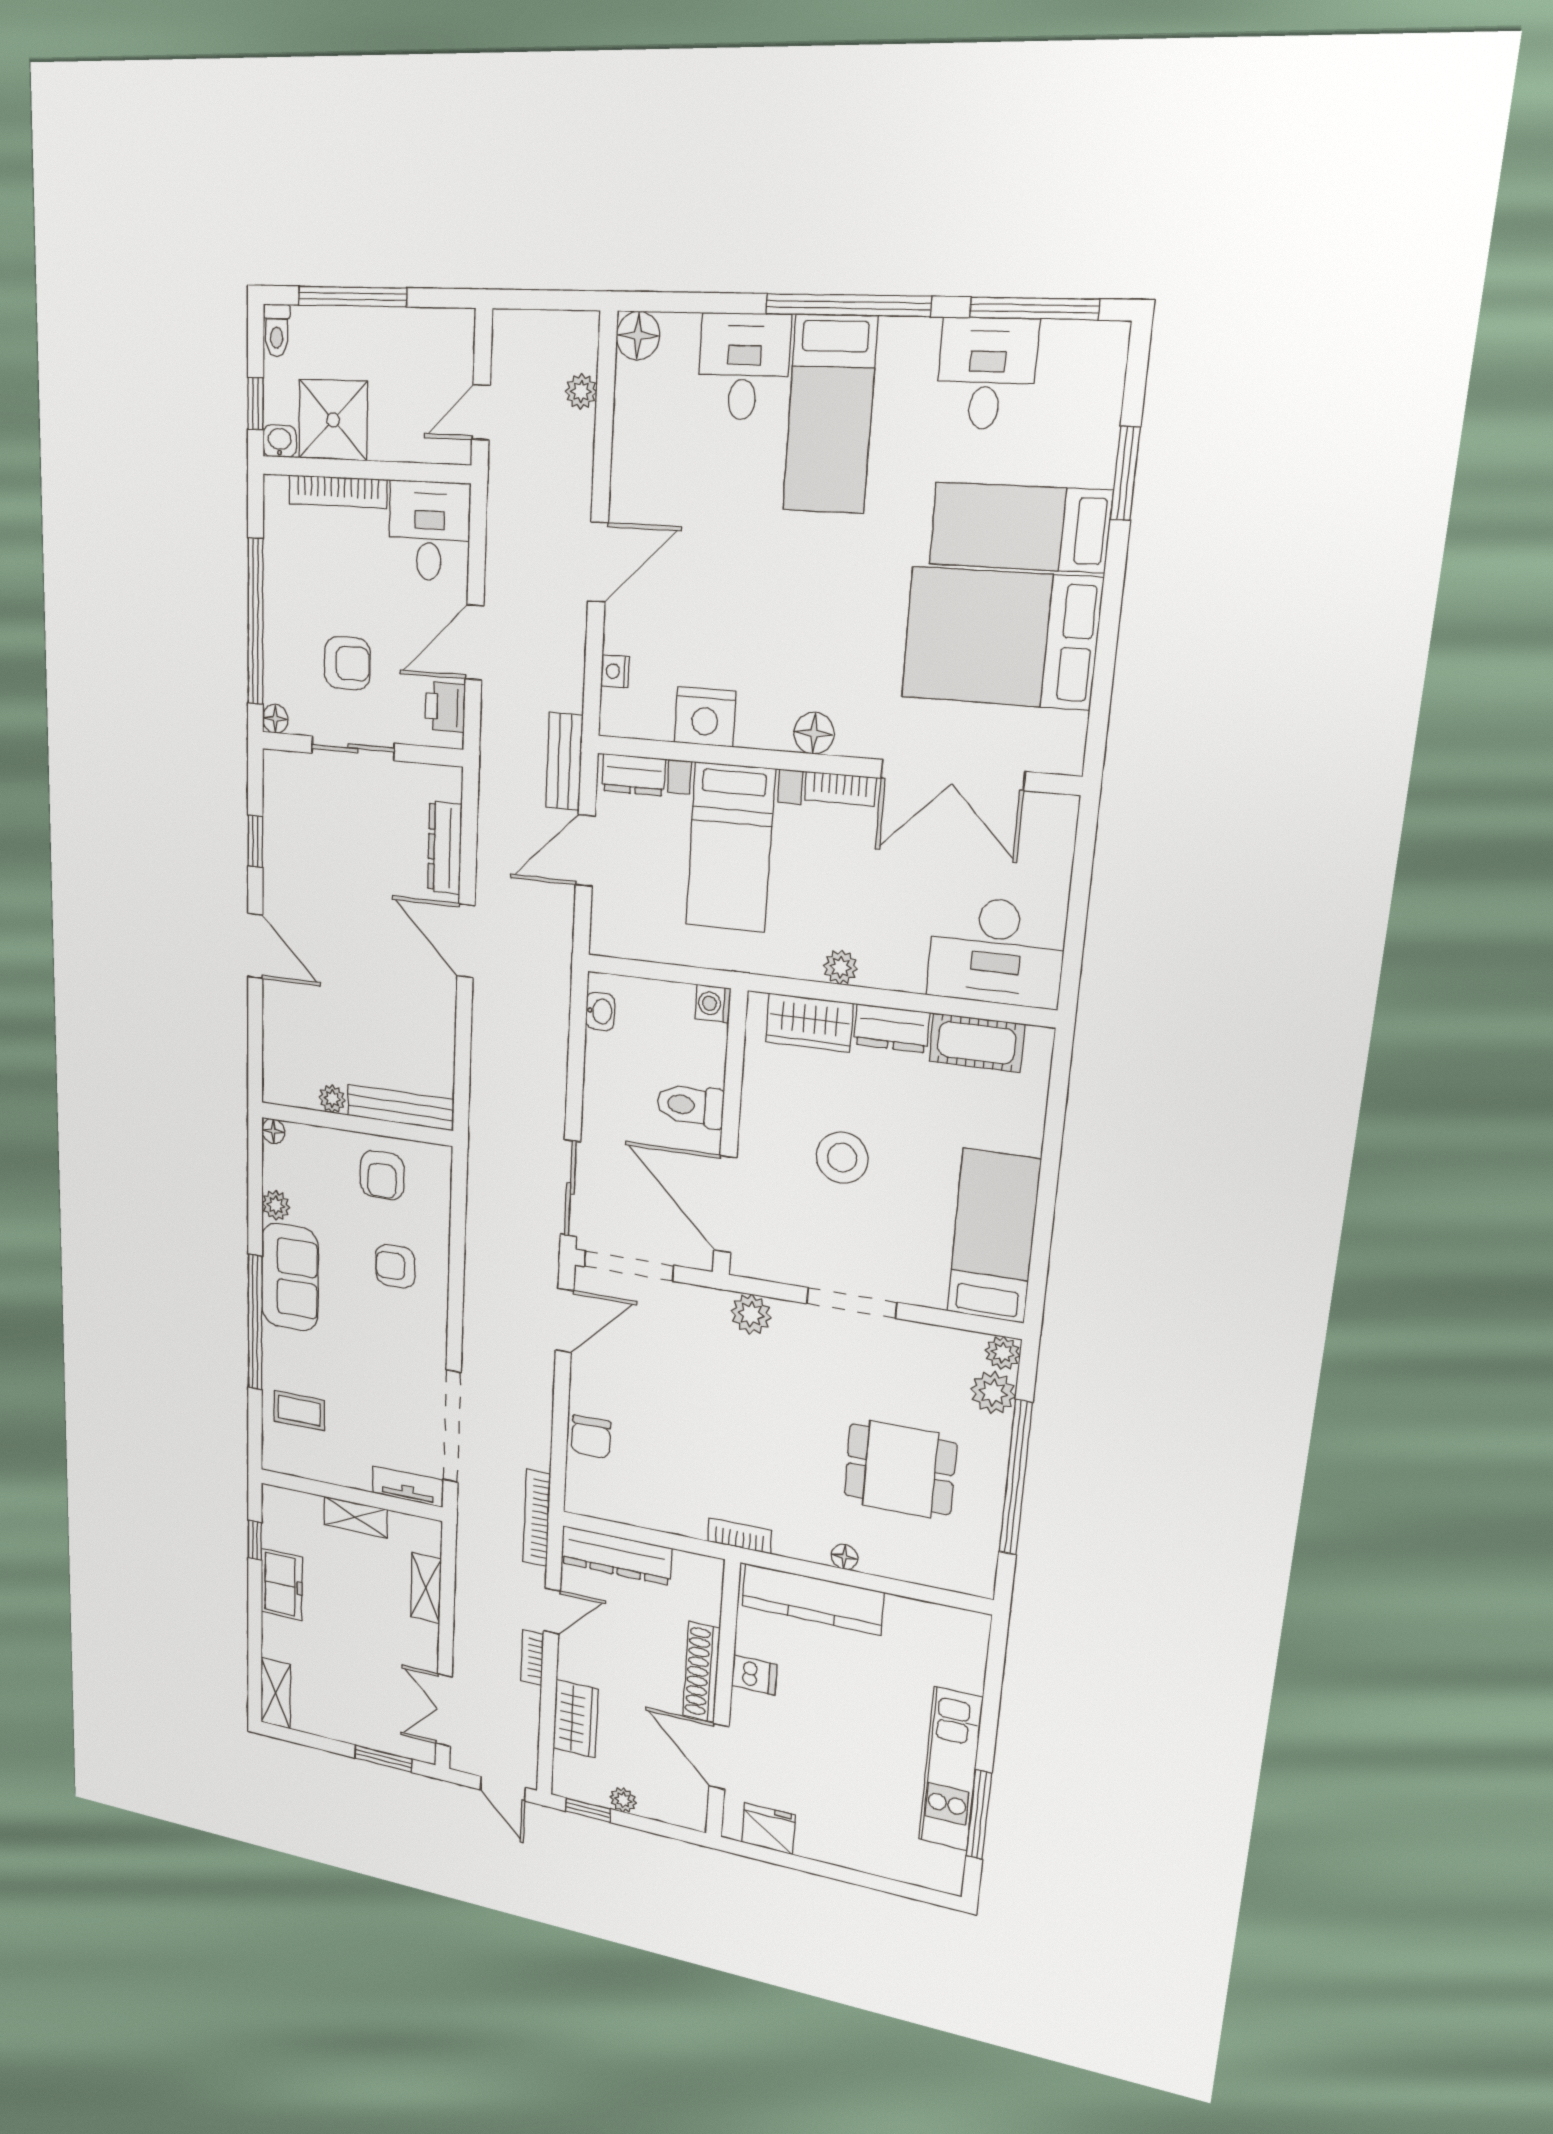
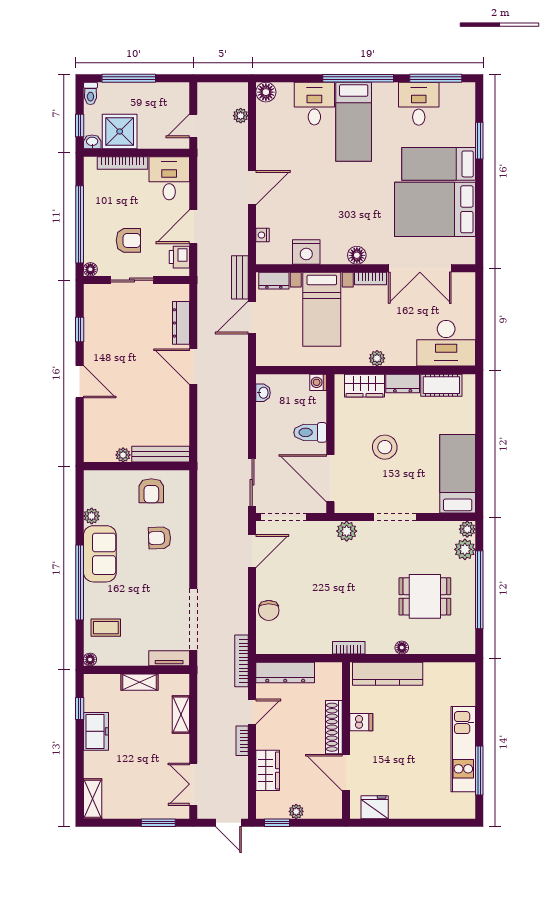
floor lamp: (273, 1131) -> (90, 659), moved

